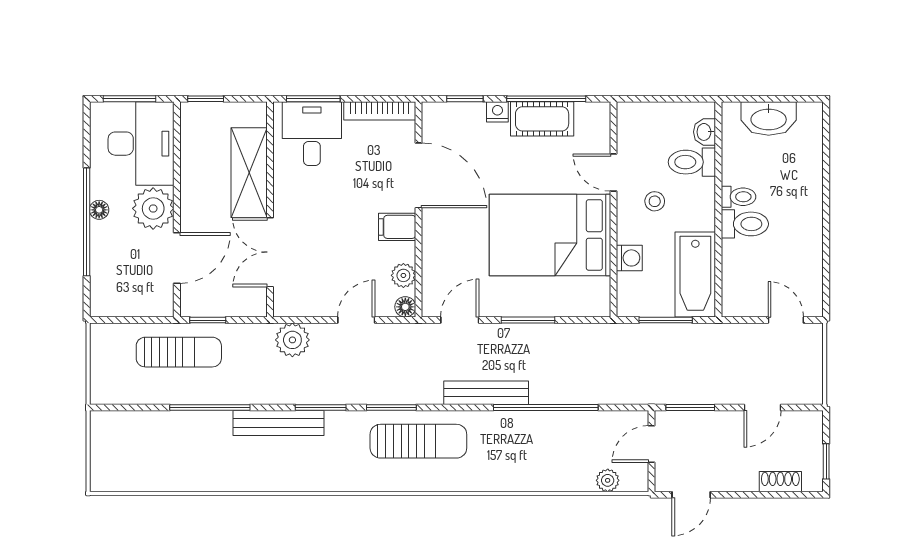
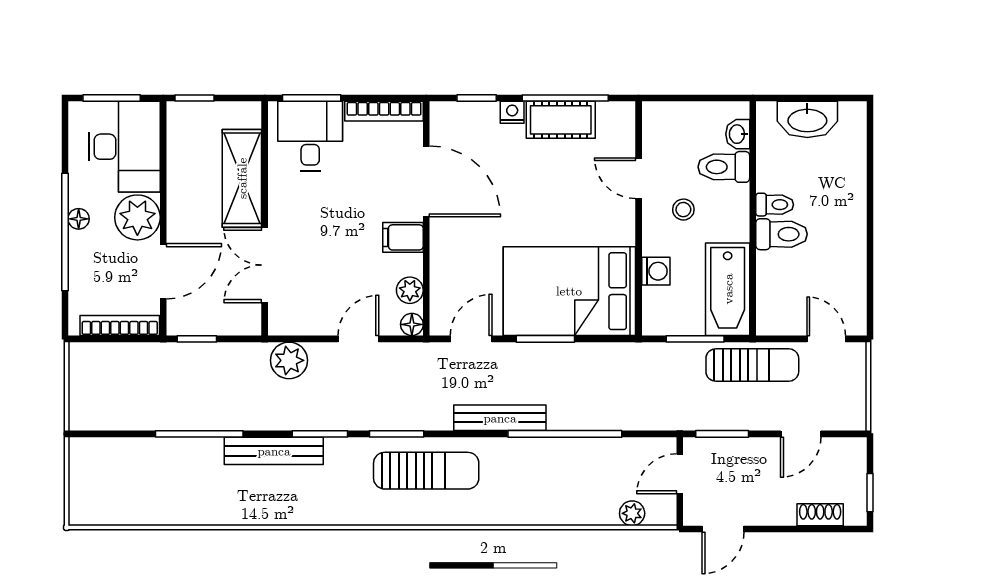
bed: (550, 235) -> (569, 291), moved
bookcase: (137, 308) -> (120, 326), added
sun lounger: (179, 352) -> (752, 365), moved

